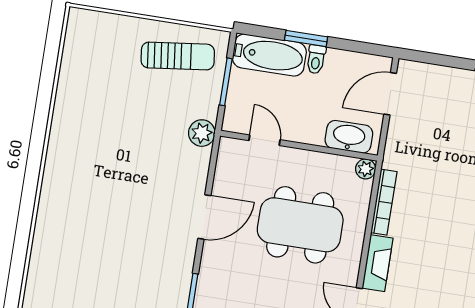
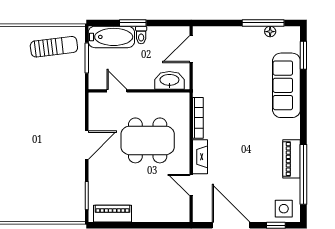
plant: (202, 133) -> (77, 93), removed
plant: (366, 169) -> (183, 99), removed

